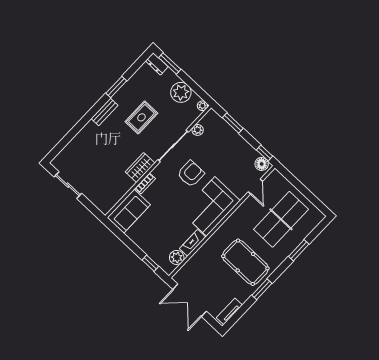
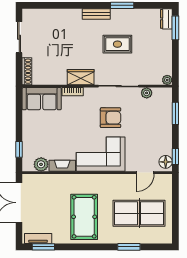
plant: (181, 92) -> (162, 55), removed
shoe rack: (98, 203) -> (27, 71), added
window: (262, 289) -> (43, 247), moved

